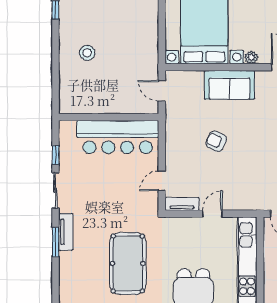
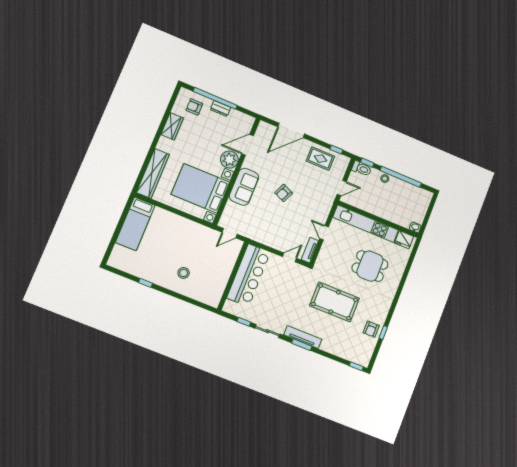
plant: (251, 57) -> (229, 160), width x1.88, depth x1.88
armchair: (216, 141) -> (284, 193), moved
door: (162, 181) -> (290, 257), swing flipped
tv unit: (66, 232) -> (303, 337), width x1.41

